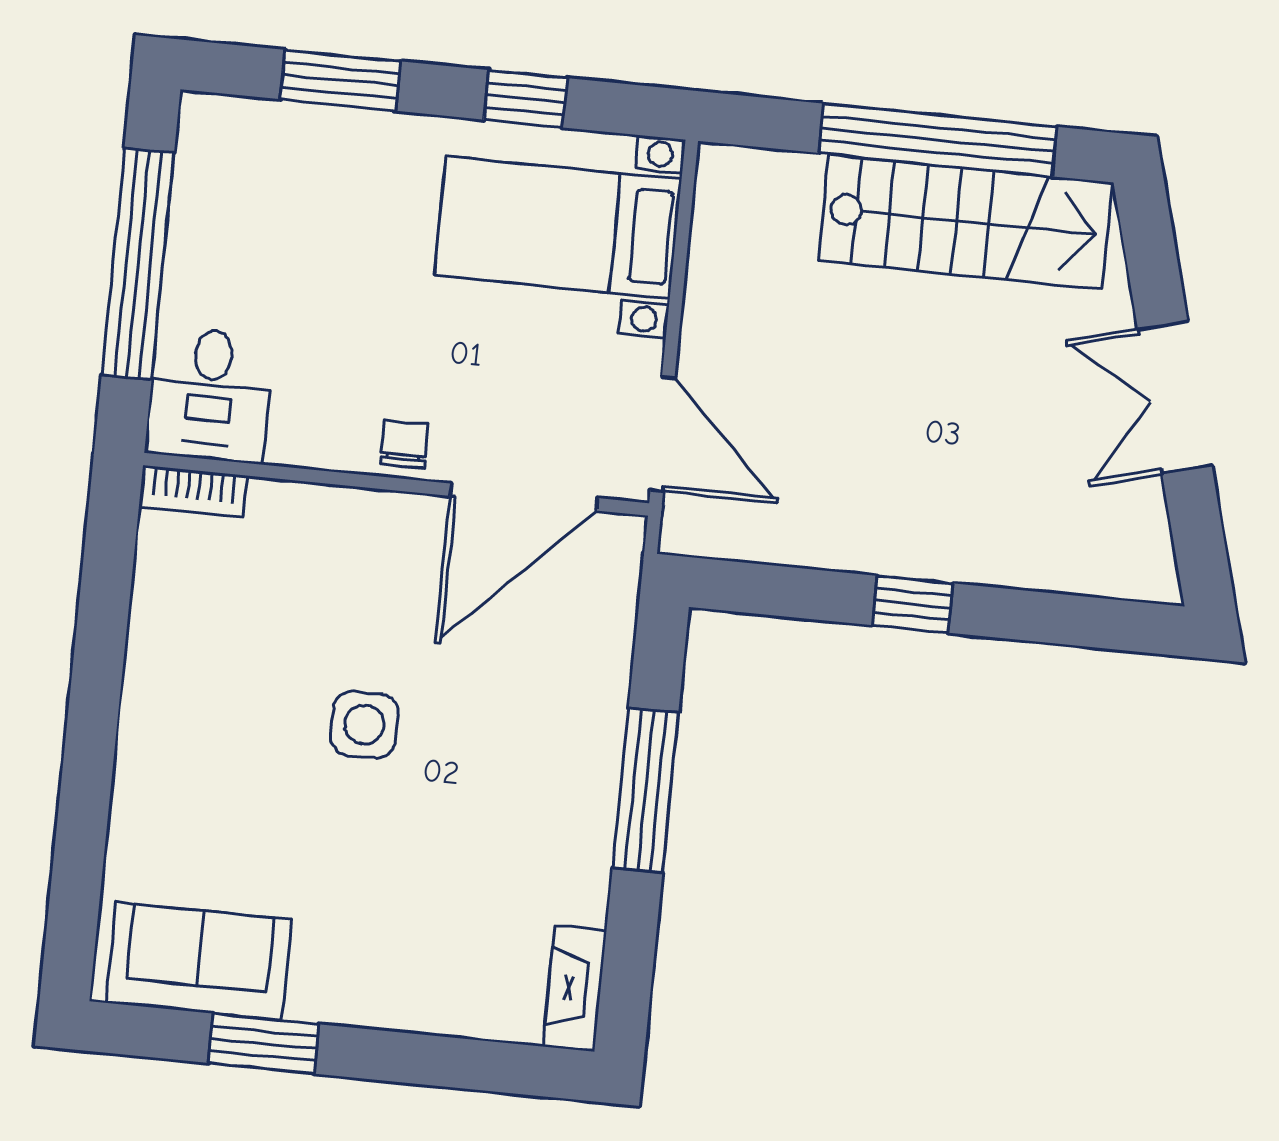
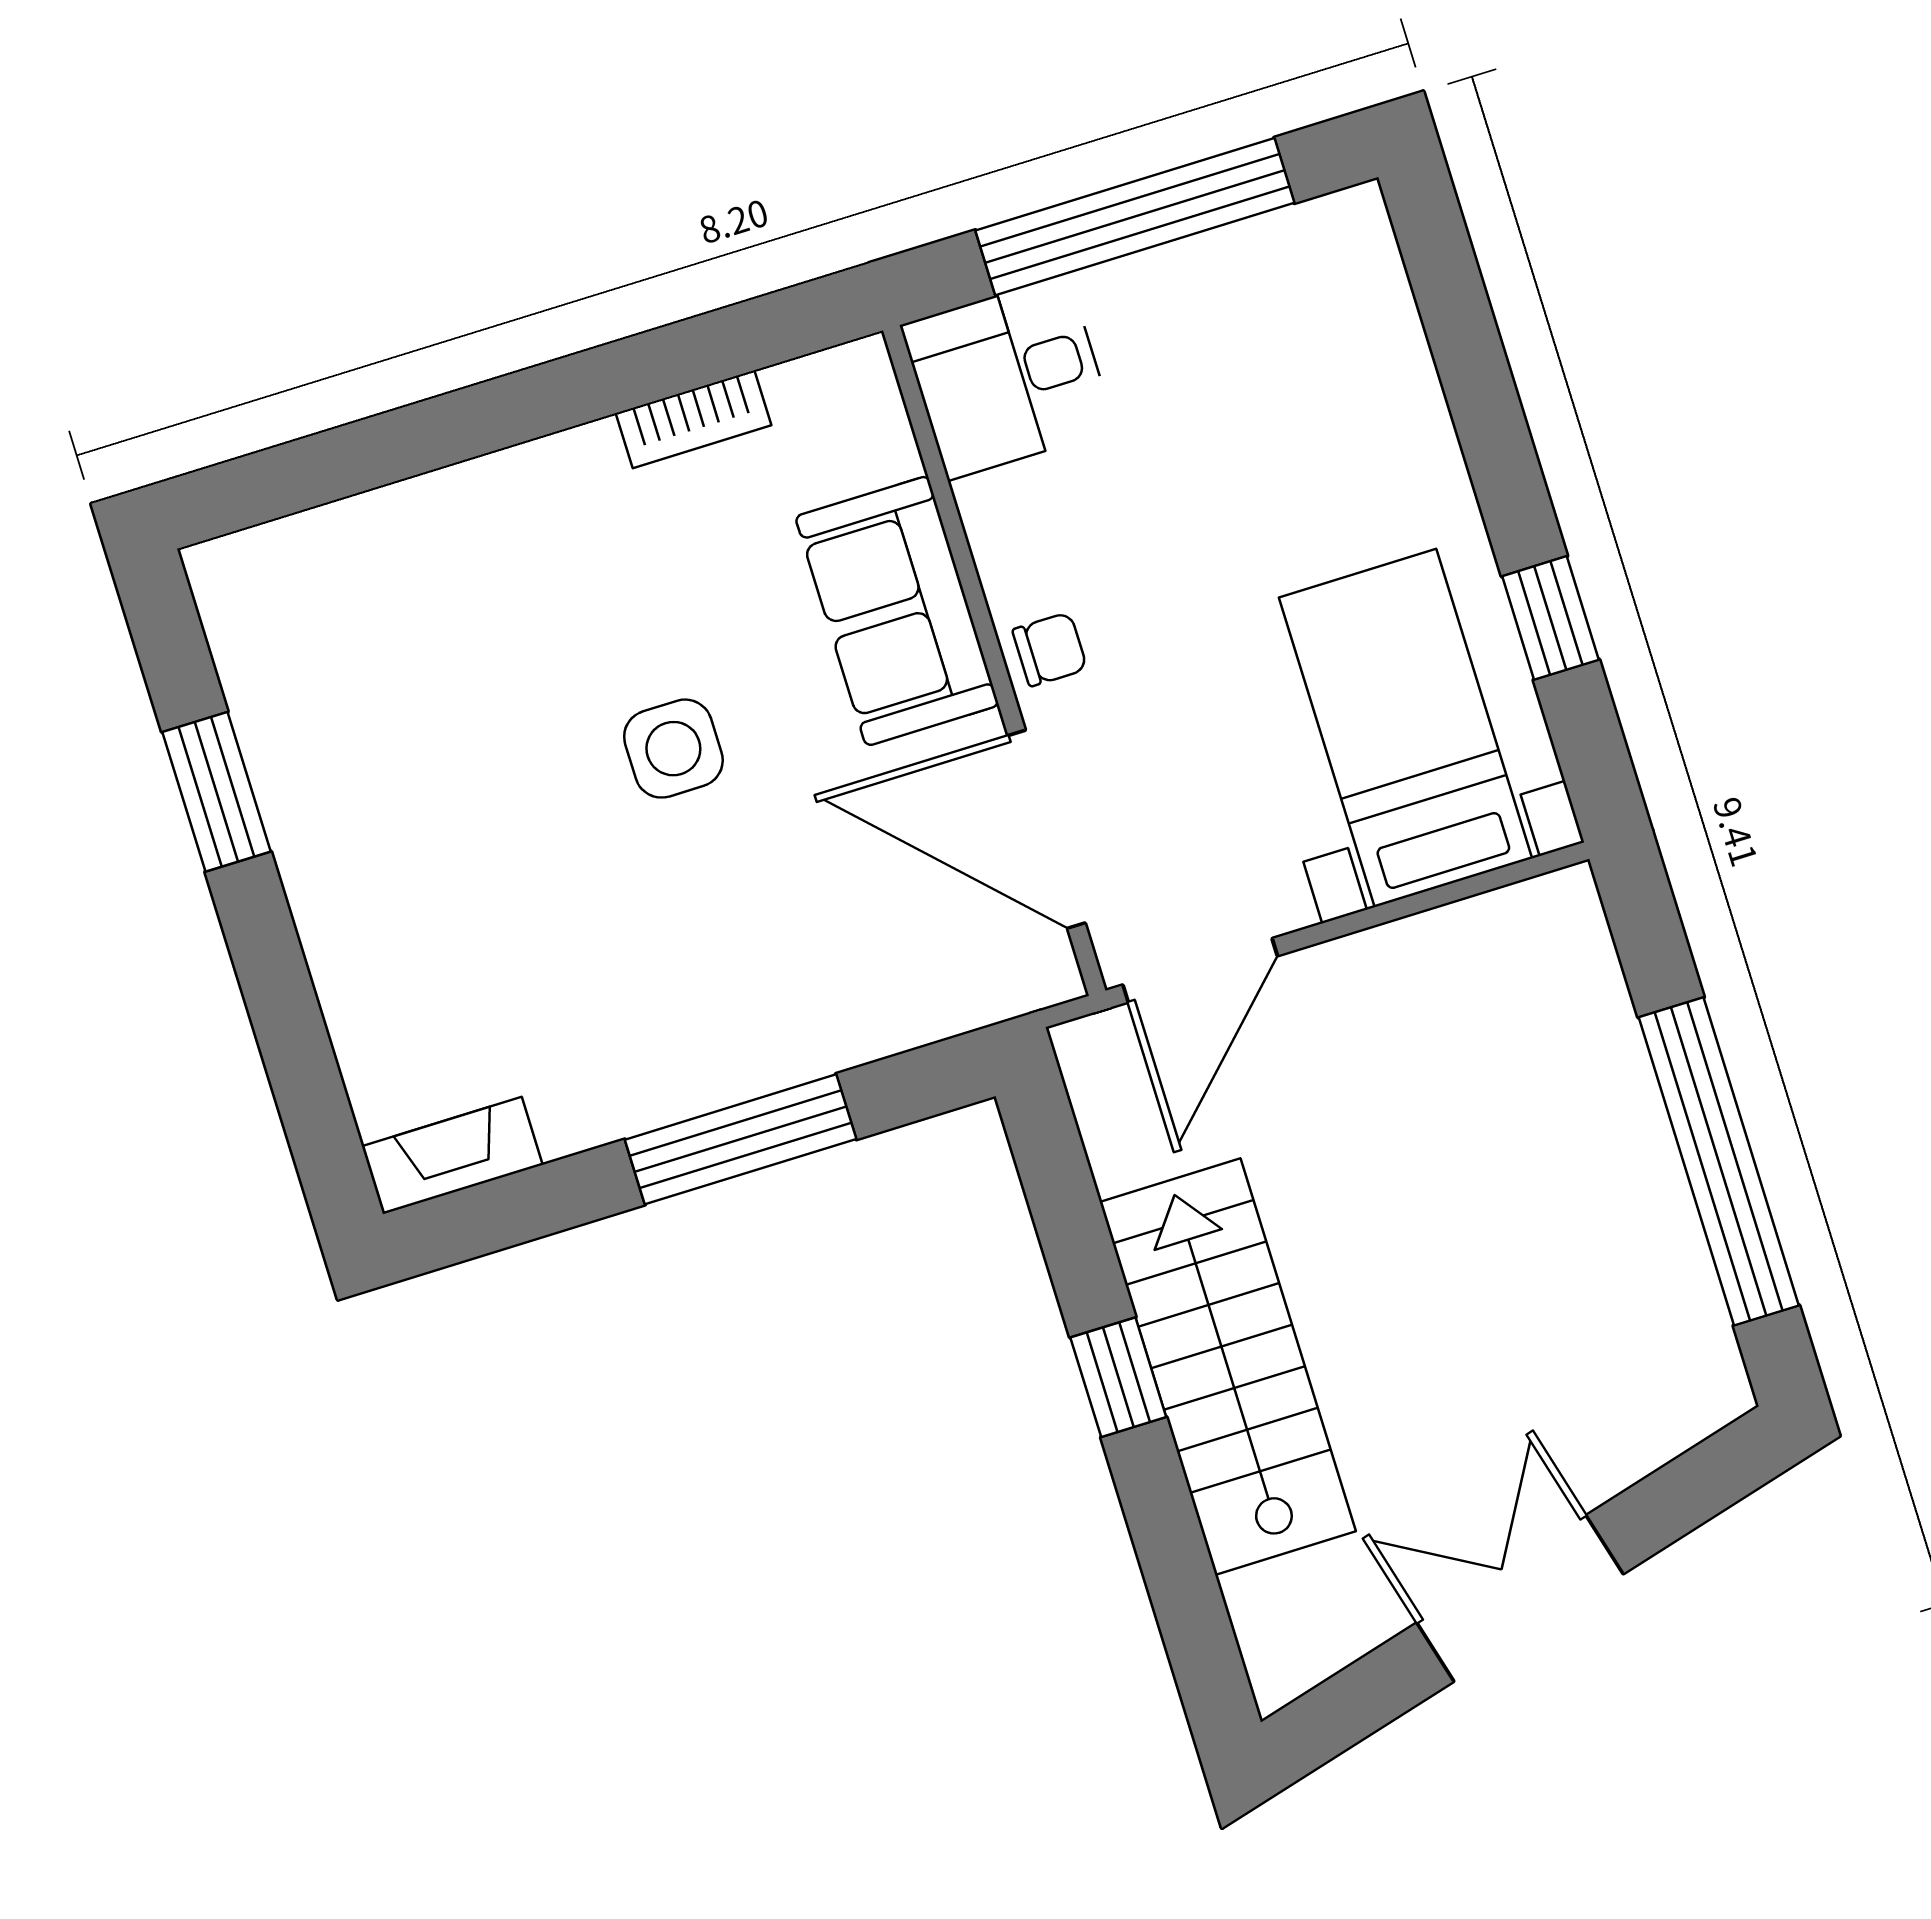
window: (340, 80) -> (1475, 374), removed
stairs: (965, 222) -> (1228, 1367), moved, turned 180
bookcase: (193, 491) -> (693, 419), moved, turned -90
sofa: (199, 961) -> (897, 611), moved, turned 180

